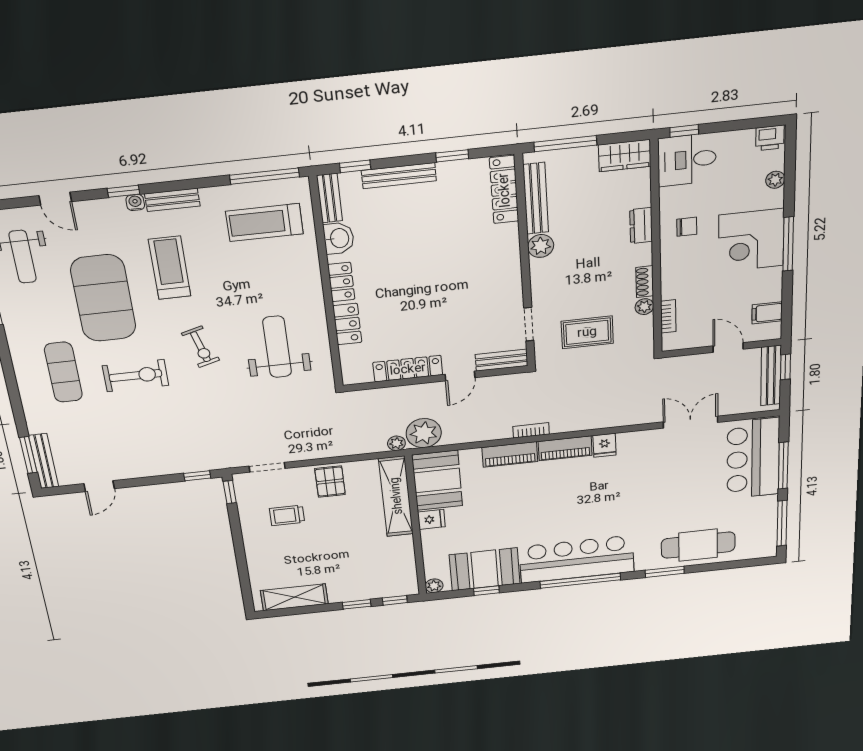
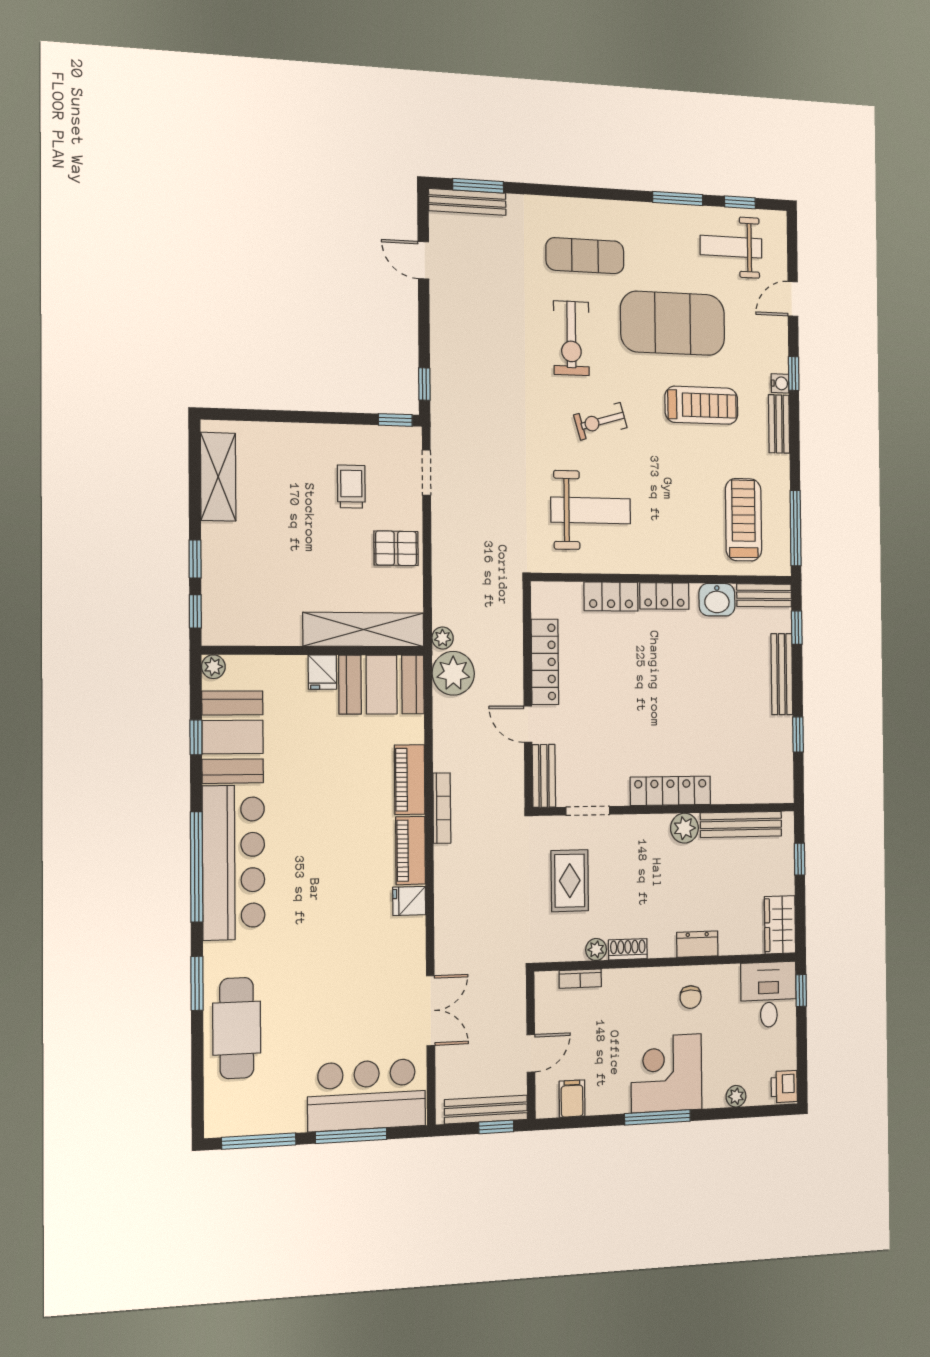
window: (565, 144) -> (800, 859), width x0.46
locker: (504, 190) -> (670, 791), moved
bookcase: (531, 430) -> (442, 808), width x1.56

